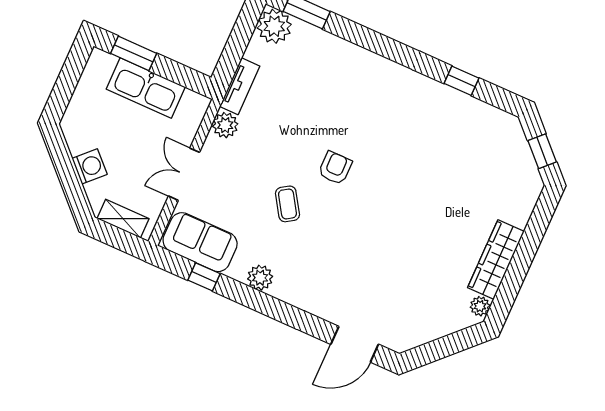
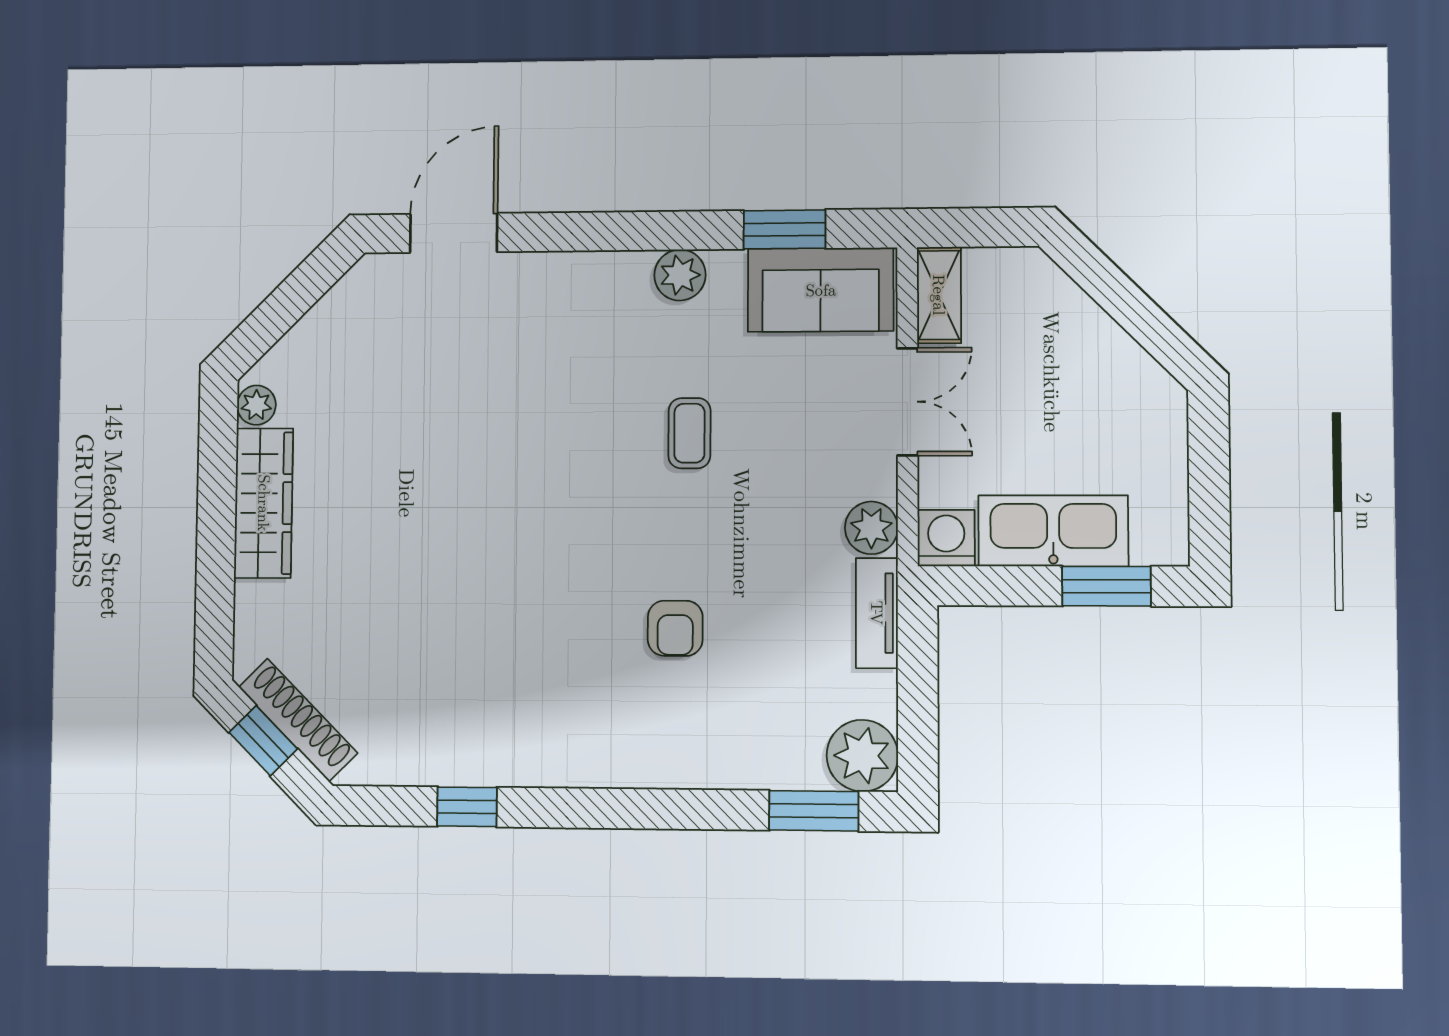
shoe rack: (522, 154) -> (298, 720), added
washing machine: (90, 166) -> (946, 538), moved, turned 135
armchair: (335, 168) -> (675, 628), moved
coffee table: (287, 204) -> (689, 433), turned 33
shelving: (123, 219) -> (939, 295), moved, turned 90
window: (204, 277) -> (784, 229), width x1.50

